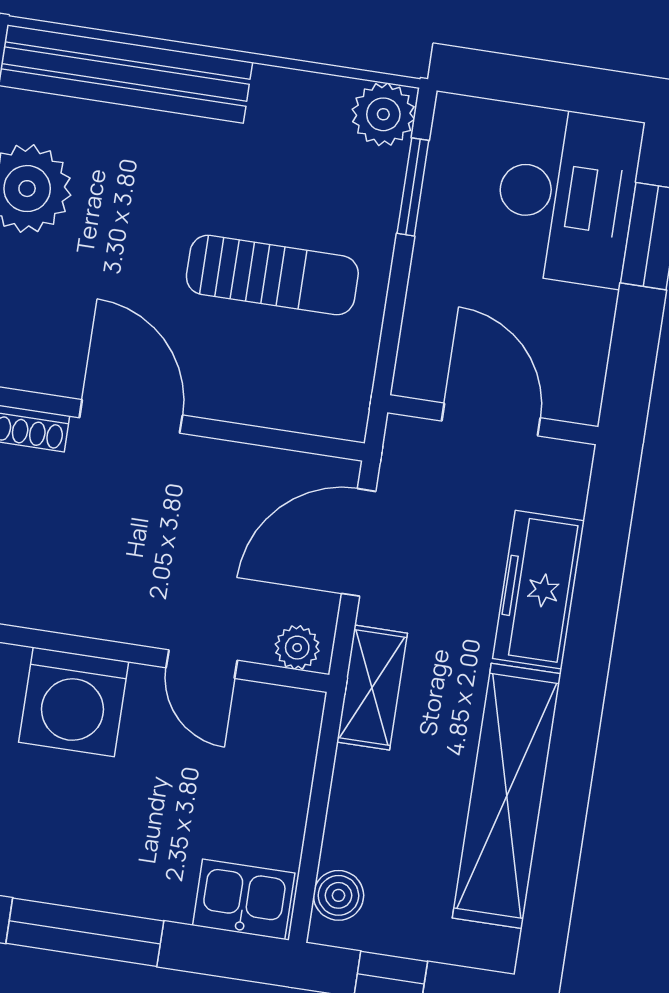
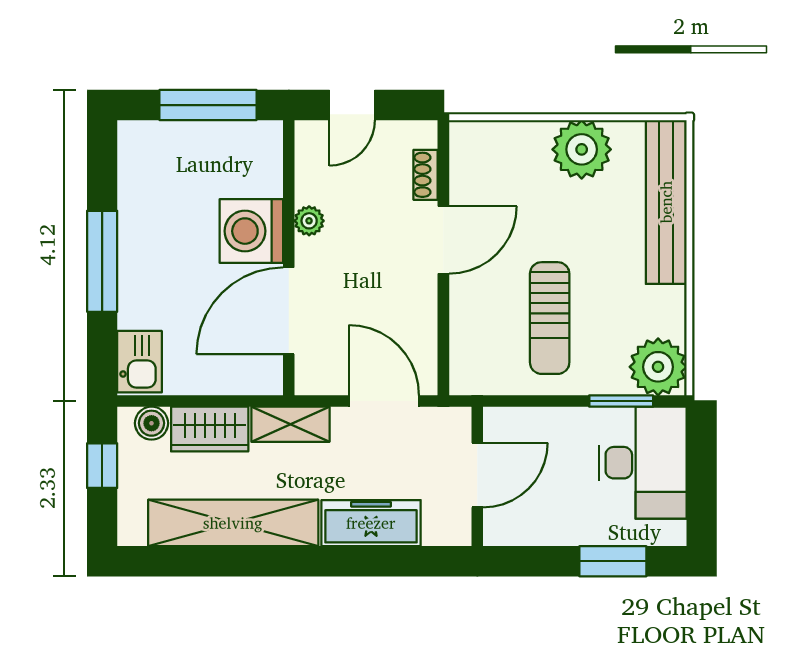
plant: (383, 114) -> (658, 367), width x1.36, depth x1.36
desk: (567, 196) -> (643, 463), moved, turned -90
plant: (297, 648) -> (309, 221), moved
door: (202, 664) -> (289, 311), width x1.88
wardrobe: (361, 810) -> (210, 429), added

